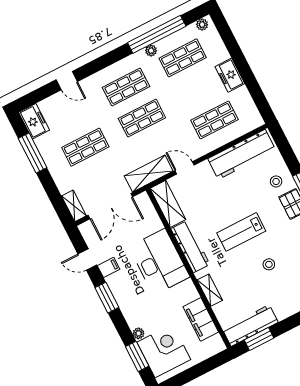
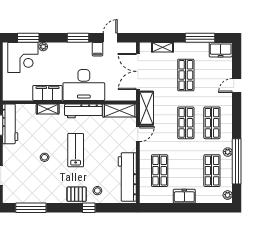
shelving: (74, 206) -> (163, 47), moved
filing cabinet: (201, 319) -> (48, 93), moved

